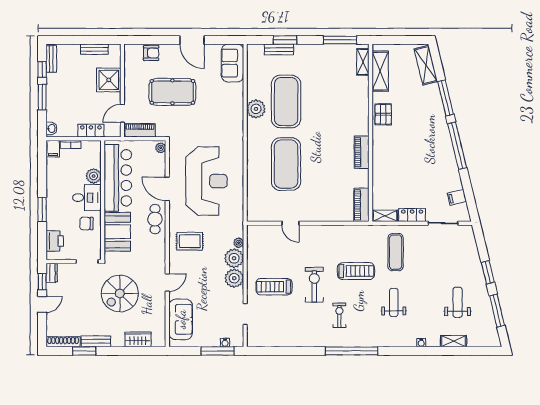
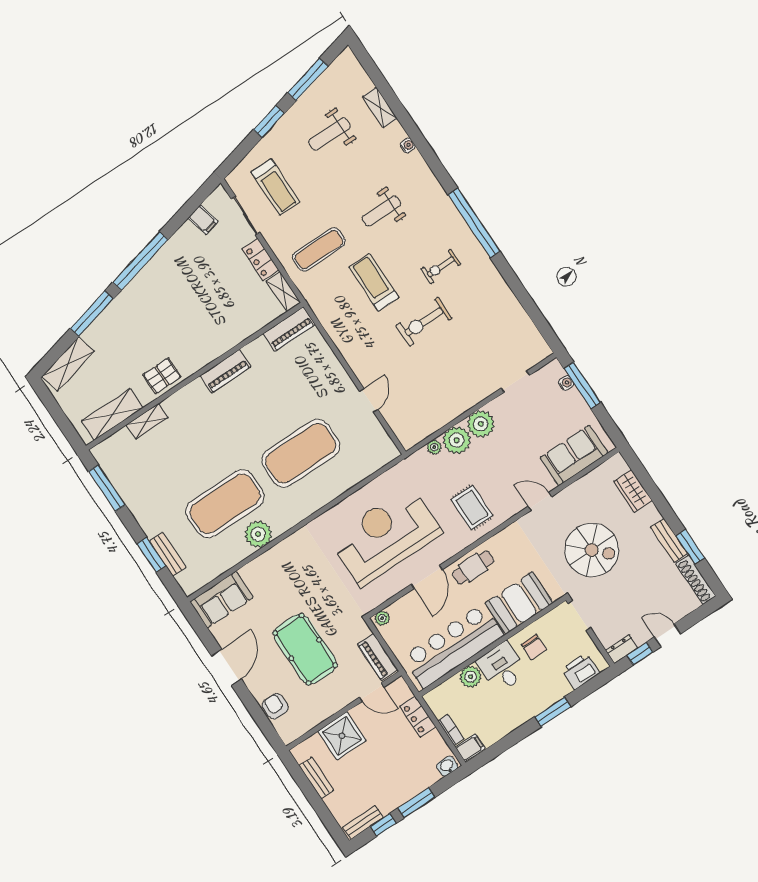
shelving: (363, 62) -> (147, 421), moved
treadmill: (274, 287) -> (275, 187), moved

